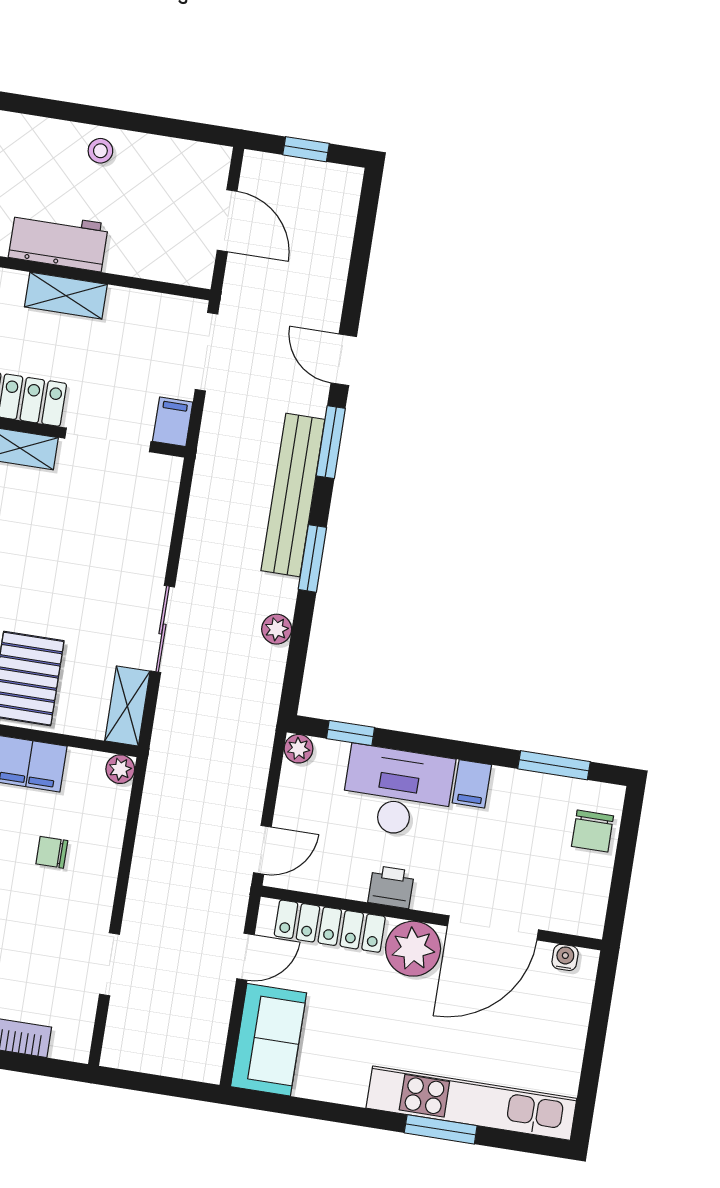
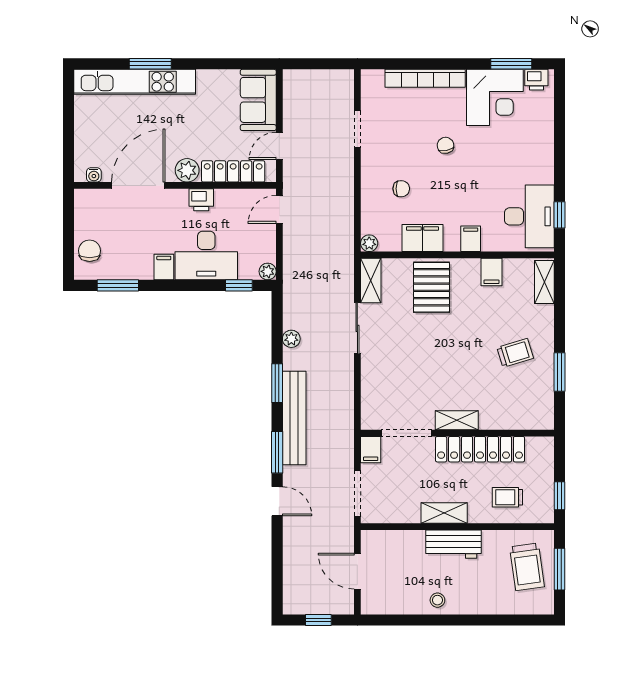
plant: (413, 949) -> (187, 170), width x0.73, depth x0.73

